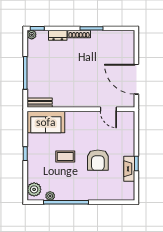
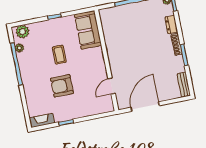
bench: (40, 103) -> (184, 85), moved
fireplace: (129, 169) -> (42, 120), moved

